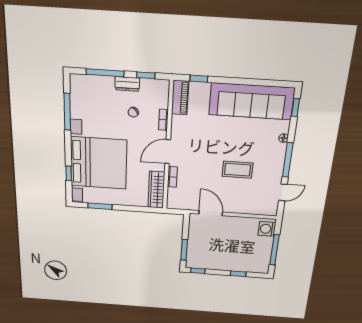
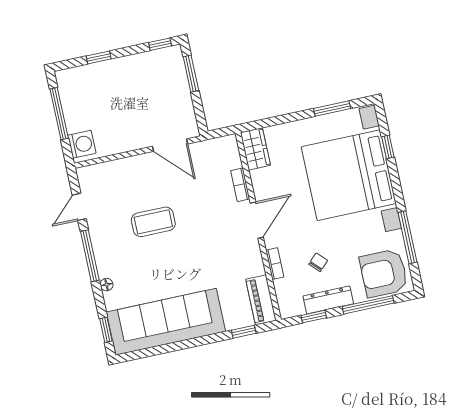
dresser: (127, 84) -> (328, 300), width x1.44
armchair: (89, 92) -> (384, 273), added
wardrobe: (156, 190) -> (255, 149), width x0.67

